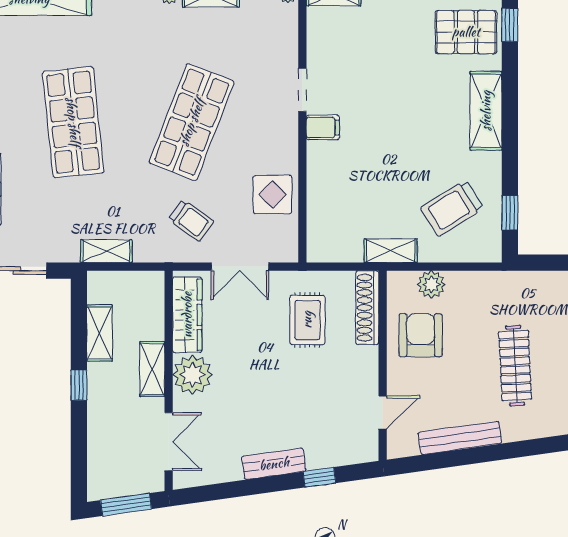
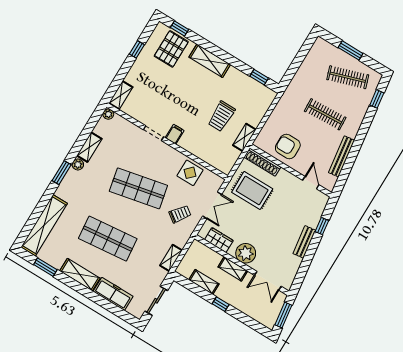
shop shelf: (192, 122) -> (138, 188), turned -33
trolley: (452, 208) -> (221, 116), moved, turned 32
plant: (431, 285) -> (269, 129), removed
wardrobe: (187, 315) -> (219, 240), width x0.67
rug: (307, 320) -> (252, 190), width x1.36, depth x1.43
double door: (169, 442) -> (268, 281), swing flipped

